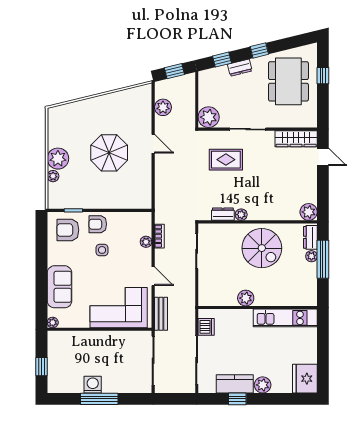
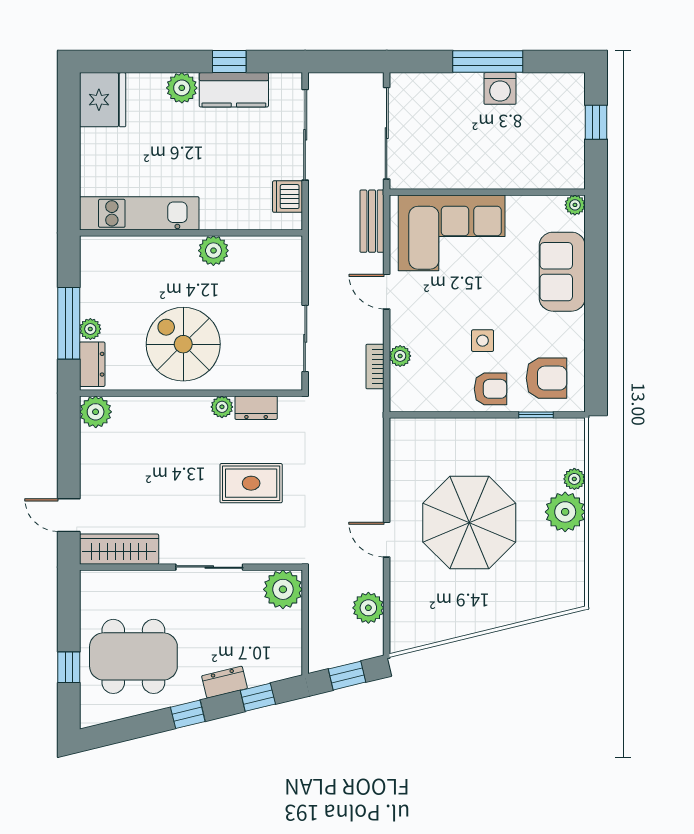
dining table: (288, 81) -> (133, 656), turned 90
parasol: (109, 153) -> (469, 523), width x1.36, depth x1.36
rug: (226, 160) -> (251, 483), moved

